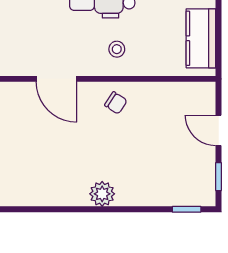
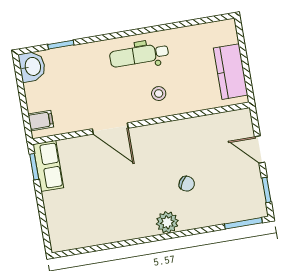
chair: (116, 103) -> (187, 184), moved
window: (187, 209) -> (243, 223), width x1.50

